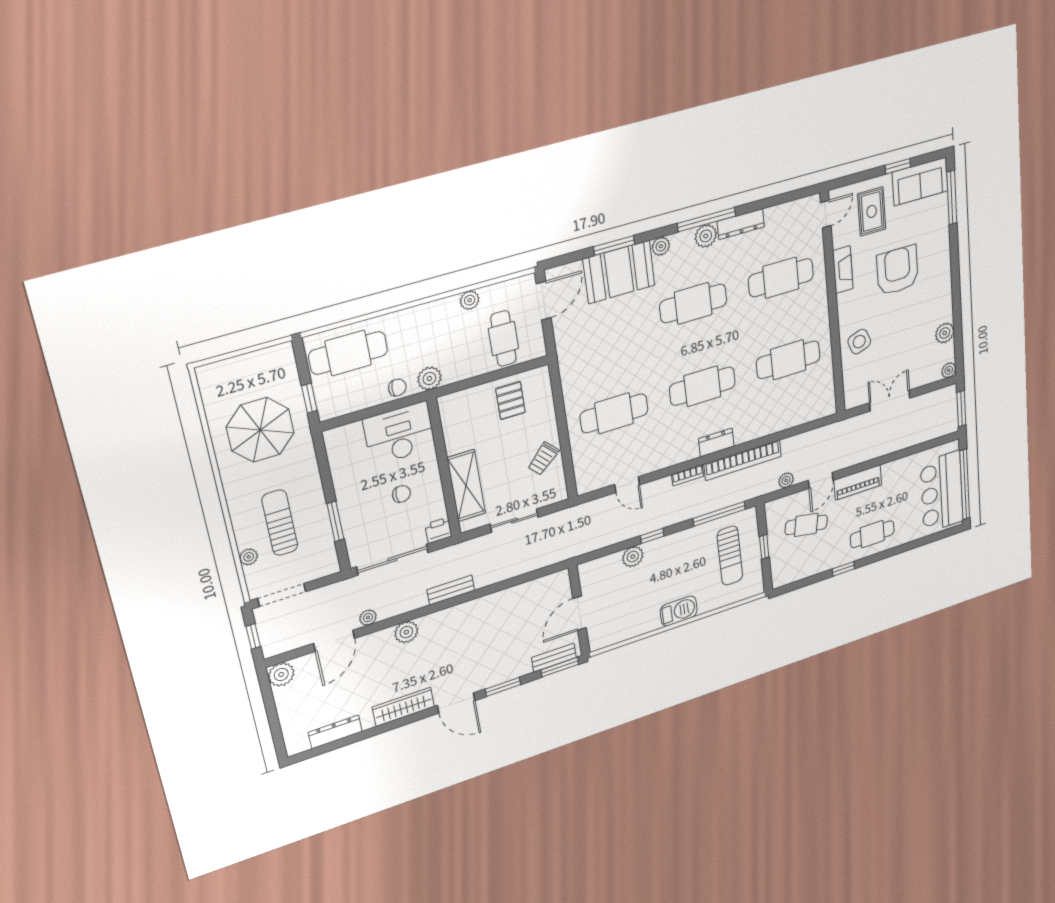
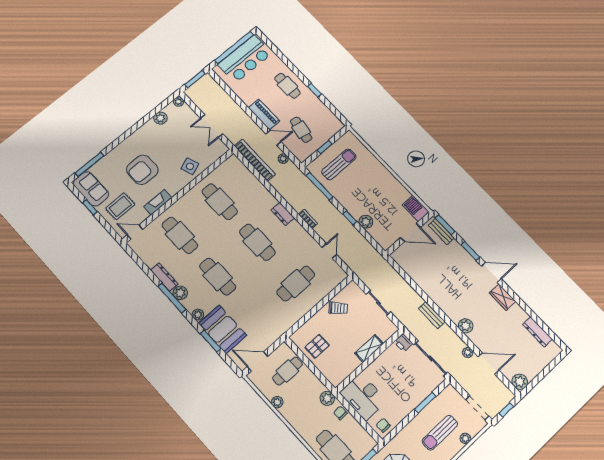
cafe table: (614, 413) -> (296, 283), turned 90
bookcase: (743, 460) -> (255, 160), moved
shelving: (466, 486) -> (369, 348), width x0.67, depth x0.75
chair: (401, 494) -> (383, 425), moved
barbecue: (679, 611) -> (416, 209), moved
door: (456, 703) -> (491, 272), hinge flipped
wardrobe: (403, 707) -> (502, 297), width x0.67

